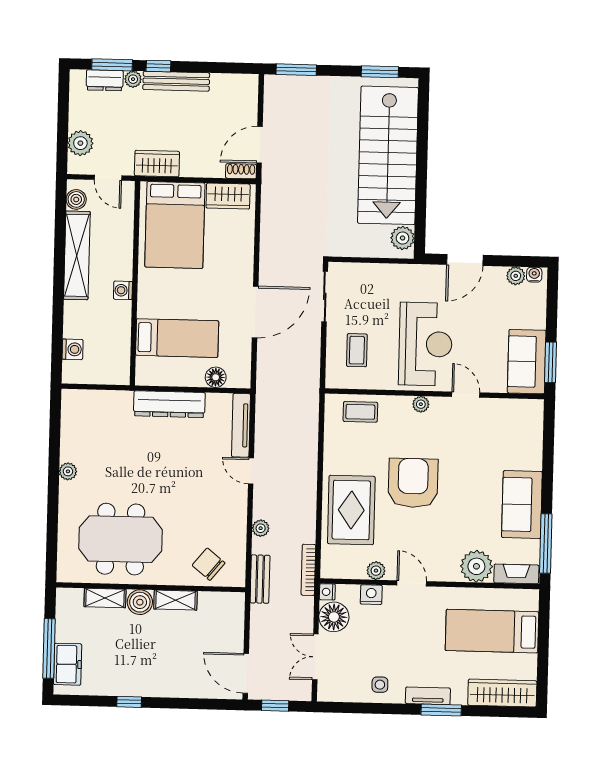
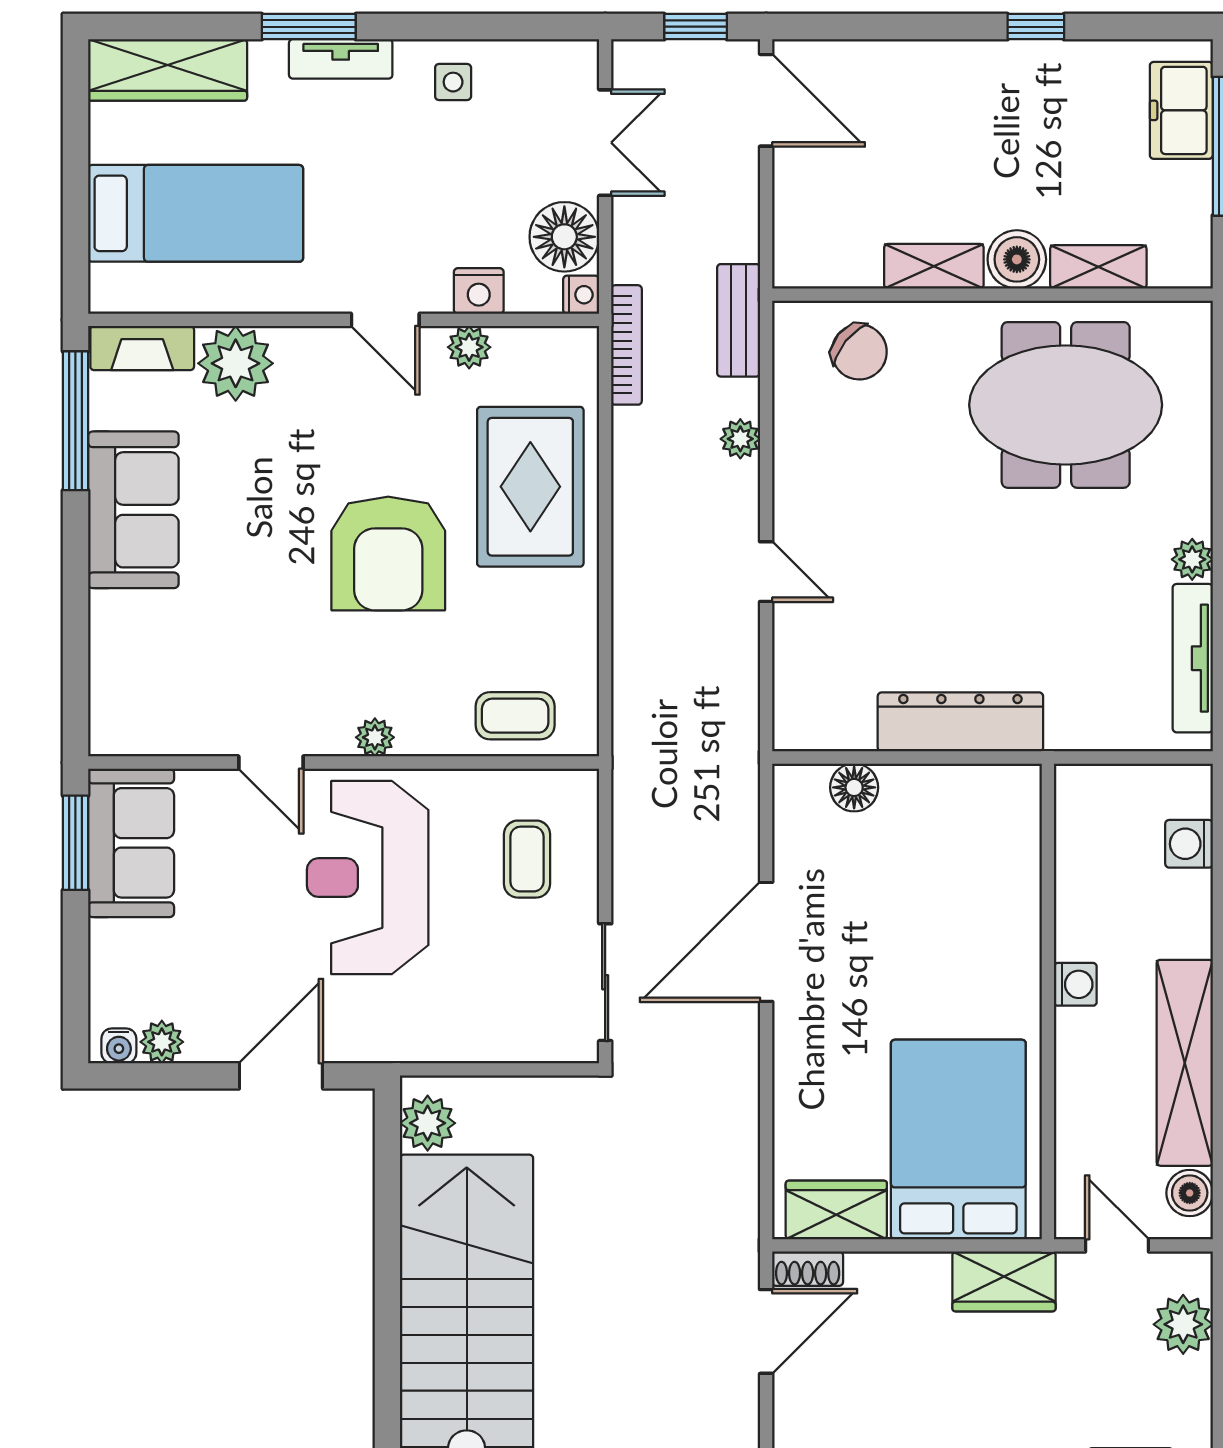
bed: (177, 338) -> (946, 876), removed
tv unit: (241, 425) -> (1193, 658), moved, turned 180

